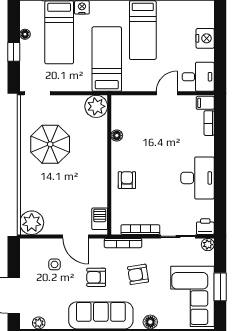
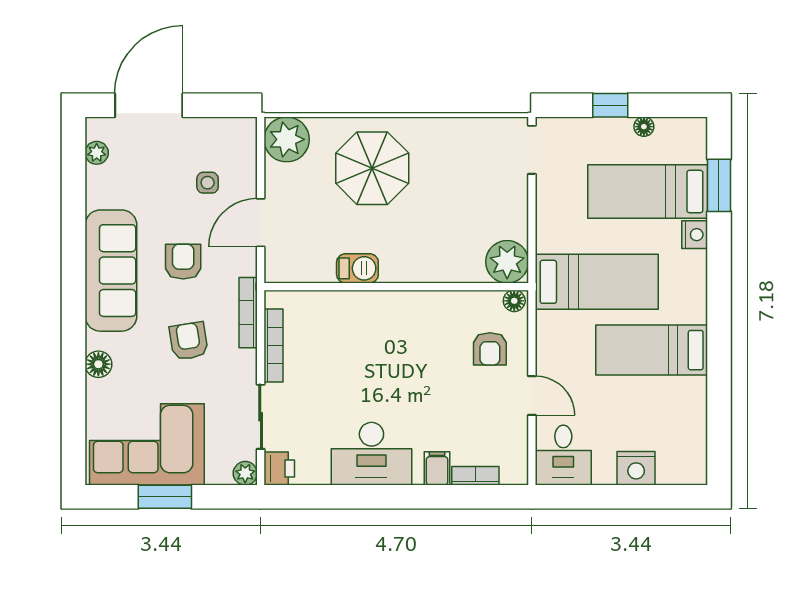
filing cabinet: (205, 103) -> (437, 468), moved
floor lamp: (117, 135) -> (514, 301), moved
parasol: (50, 144) -> (372, 168), moved
armchair: (127, 180) -> (490, 349), moved, turned 90
barbecue: (100, 219) -> (357, 268), moved

